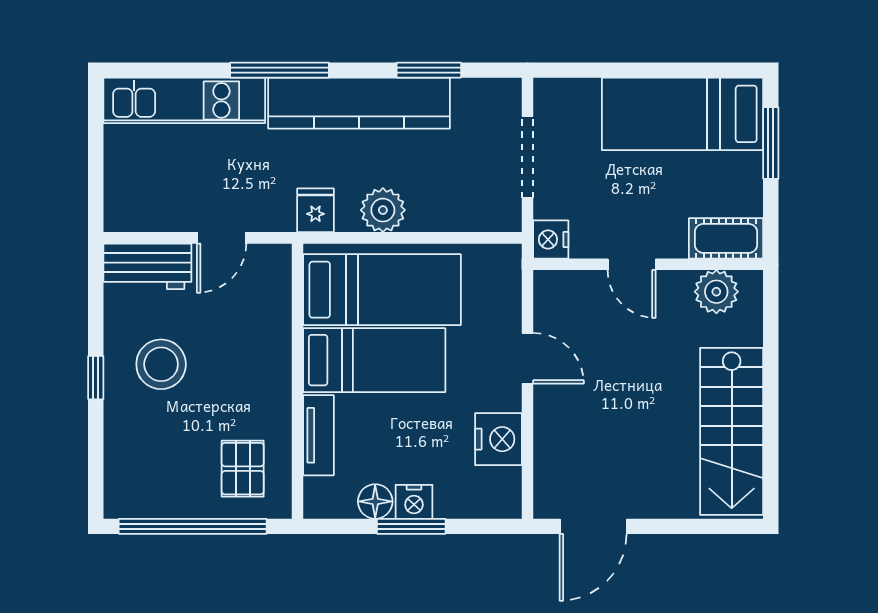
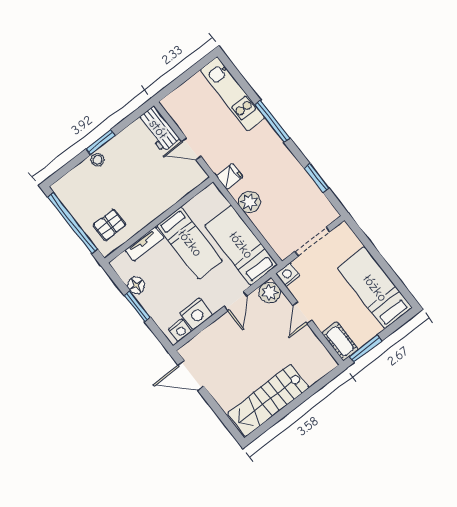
kitchen counter: (359, 103) -> (283, 161), removed
window: (771, 143) -> (366, 349), moved
bed: (382, 290) -> (241, 245), moved, turned 180
plant: (716, 292) -> (270, 292), moved
stool: (161, 364) -> (98, 160), moved, width x0.53, depth x0.53
window: (96, 378) -> (101, 142), width x1.50
nightstand: (414, 502) -> (180, 330), moved, turned -90

